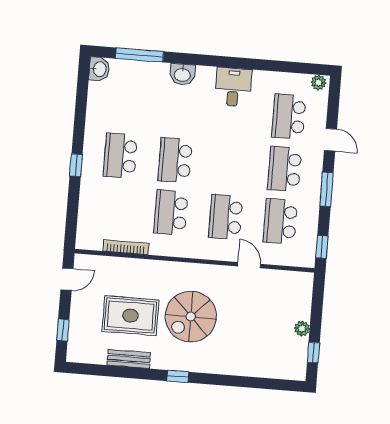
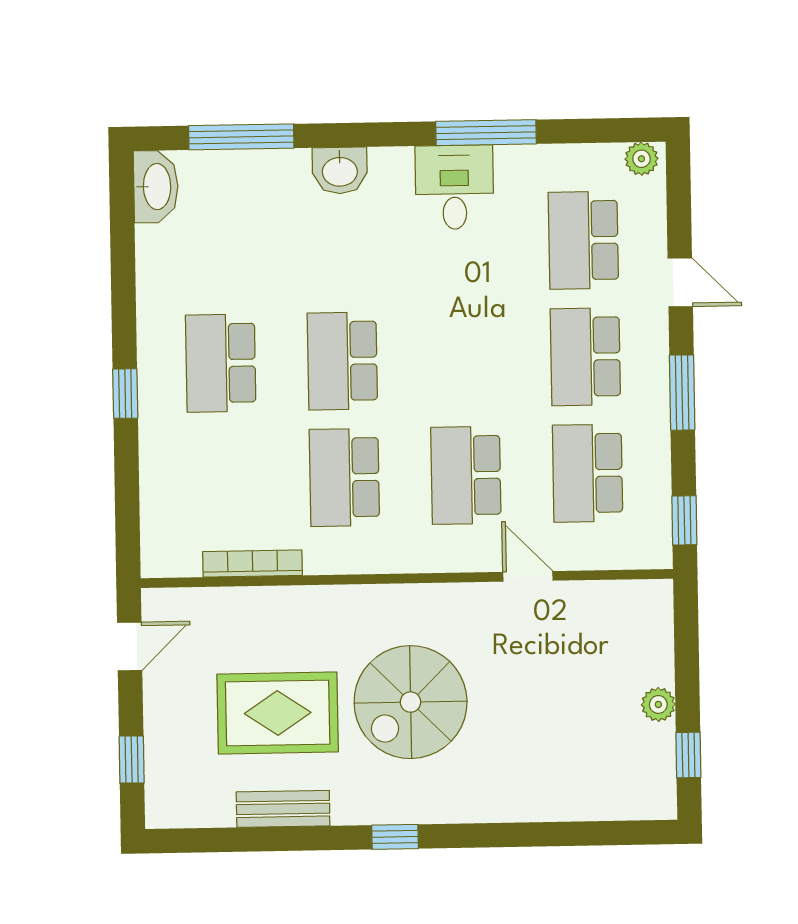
window: (250, 64) -> (486, 133), added
washbasin: (99, 69) -> (156, 187), width x1.38

